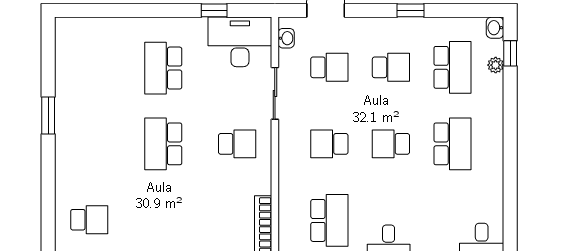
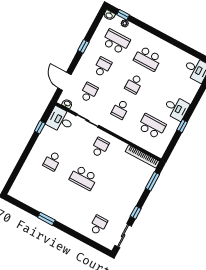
desk: (240, 42) -> (60, 120), width x0.73
school desk: (163, 68) -> (52, 161), width x0.54
school desk: (452, 144) -> (148, 59), turned 180

